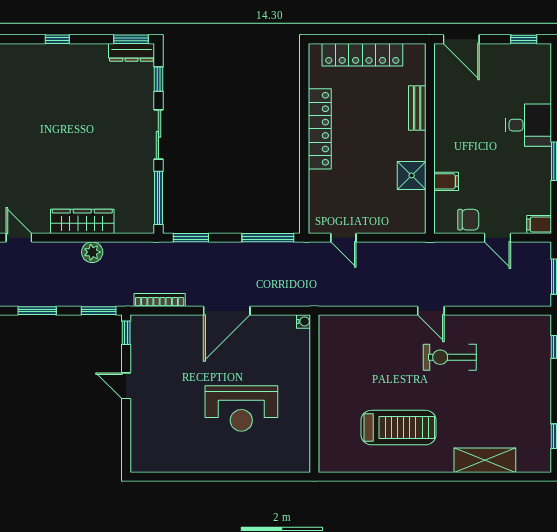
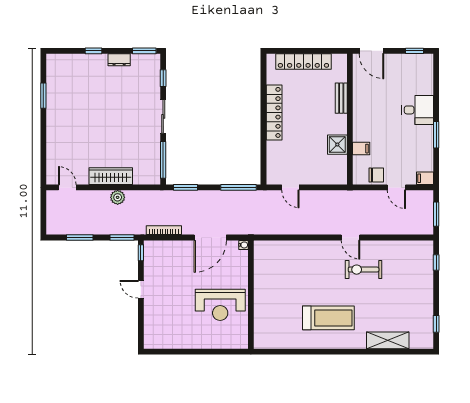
dresser: (131, 52) -> (119, 60), moved, width x0.70
water cooler: (304, 321) -> (243, 245), moved
wall: (314, 394) -> (251, 295), moved

